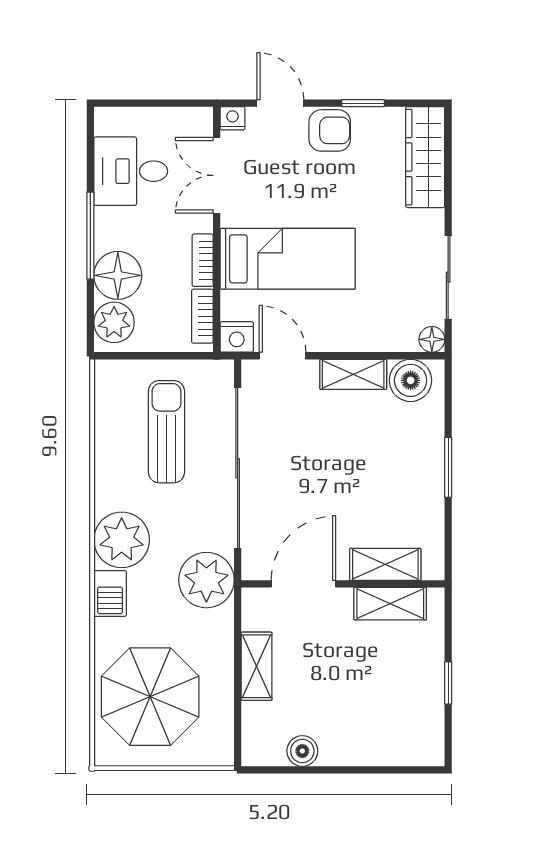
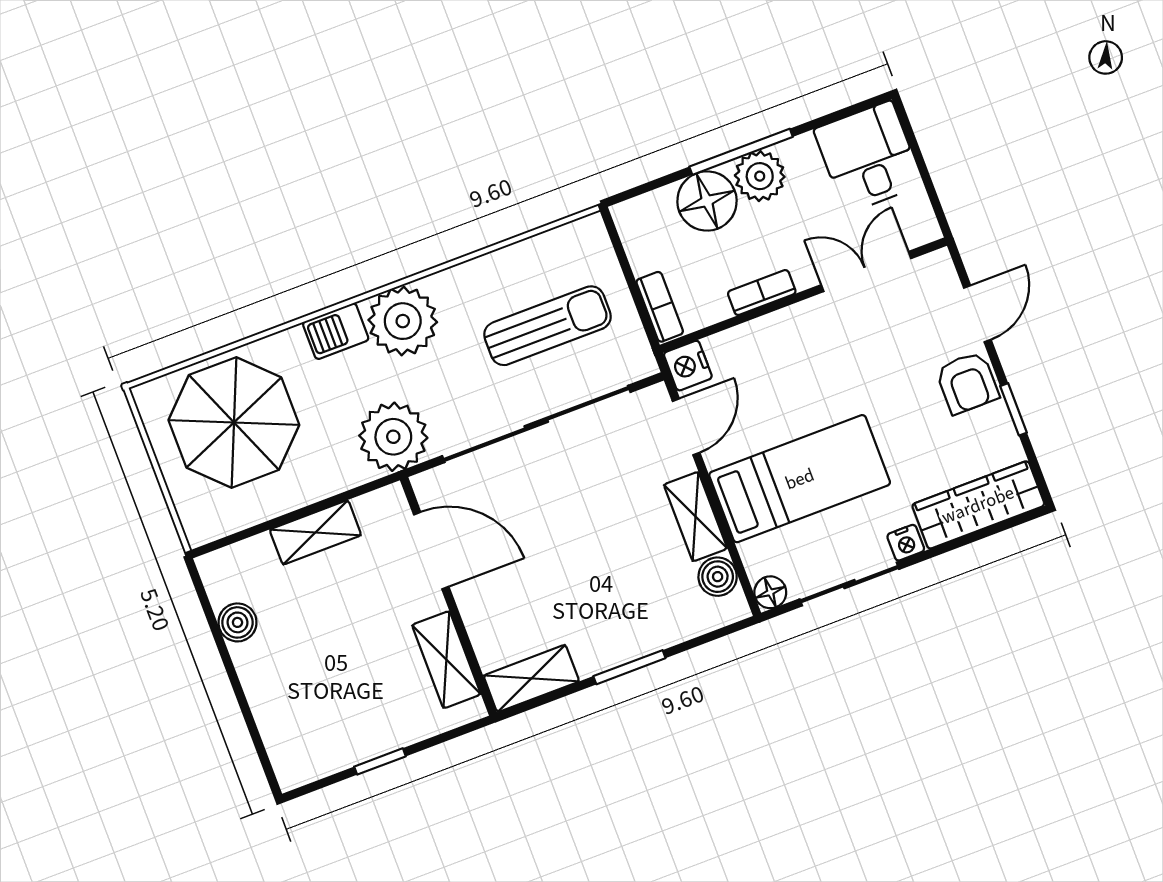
nightstand: (232, 118) -> (906, 543), moved, turned 90
desk: (131, 171) -> (868, 157), moved
bed: (288, 259) -> (800, 479), moved, turned -90
bookcase: (202, 316) -> (660, 307), moved, turned 90
plant: (114, 322) -> (760, 176), moved
boiler: (411, 380) -> (718, 577), width x0.73, depth x0.73
shelving: (385, 564) -> (531, 678), moved, turned 90

